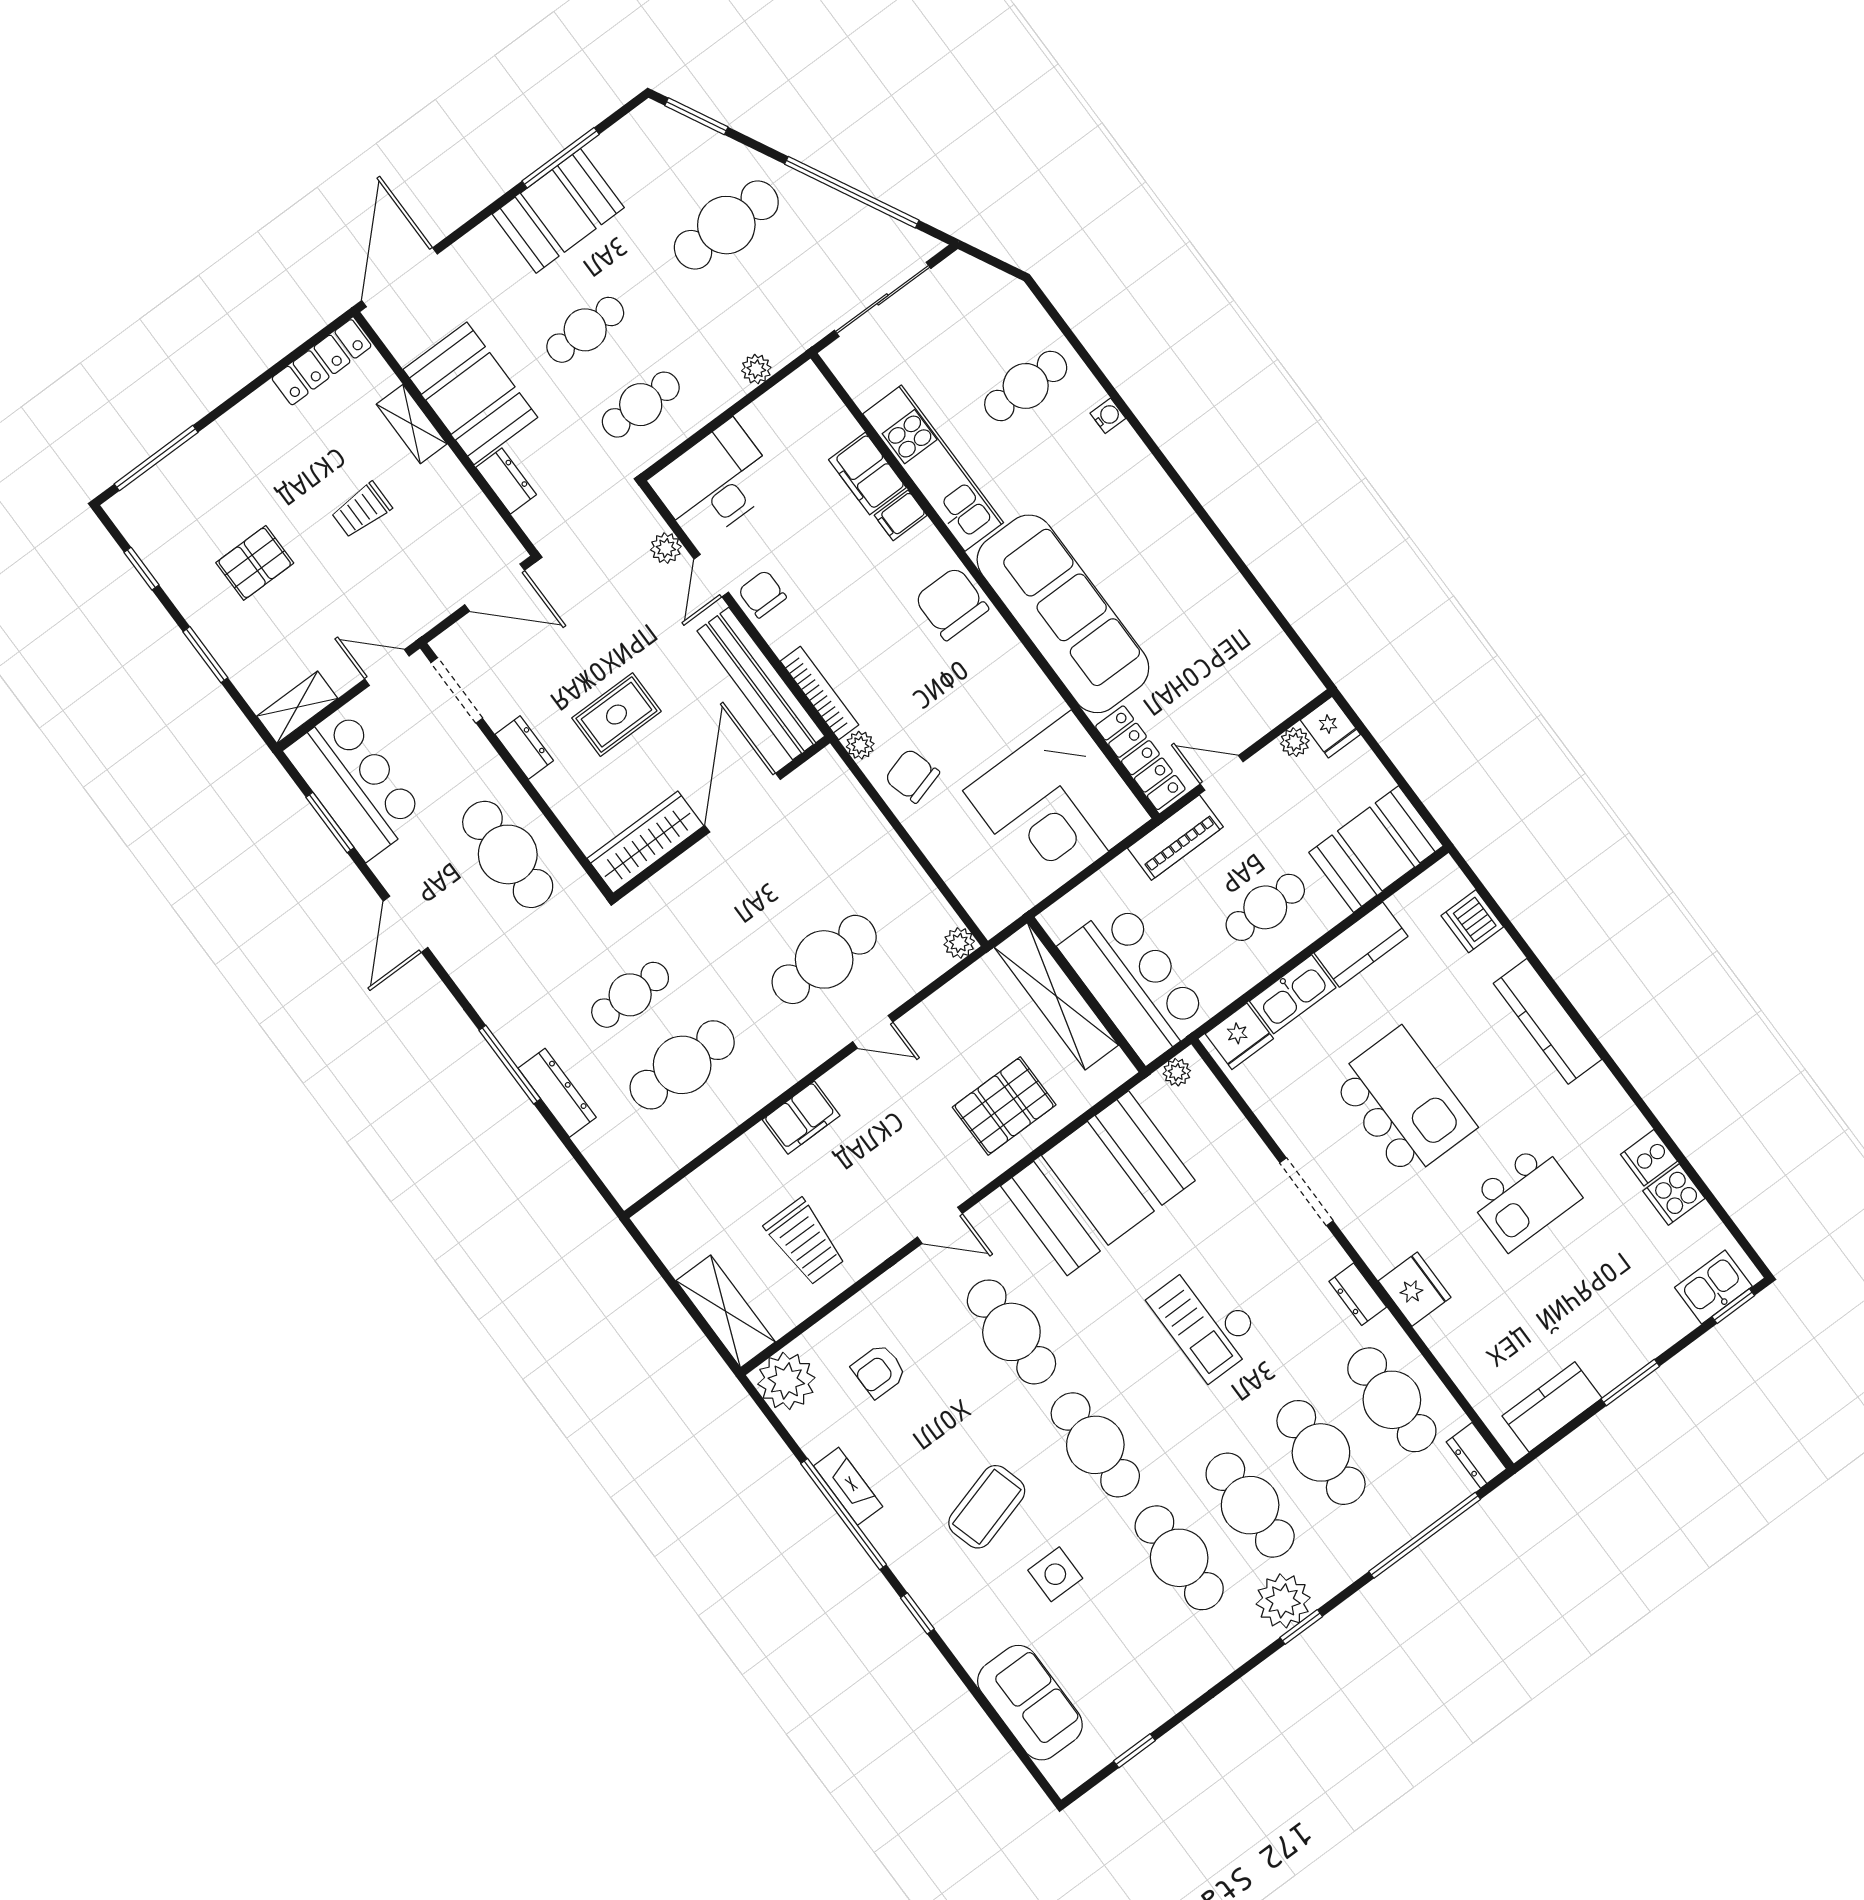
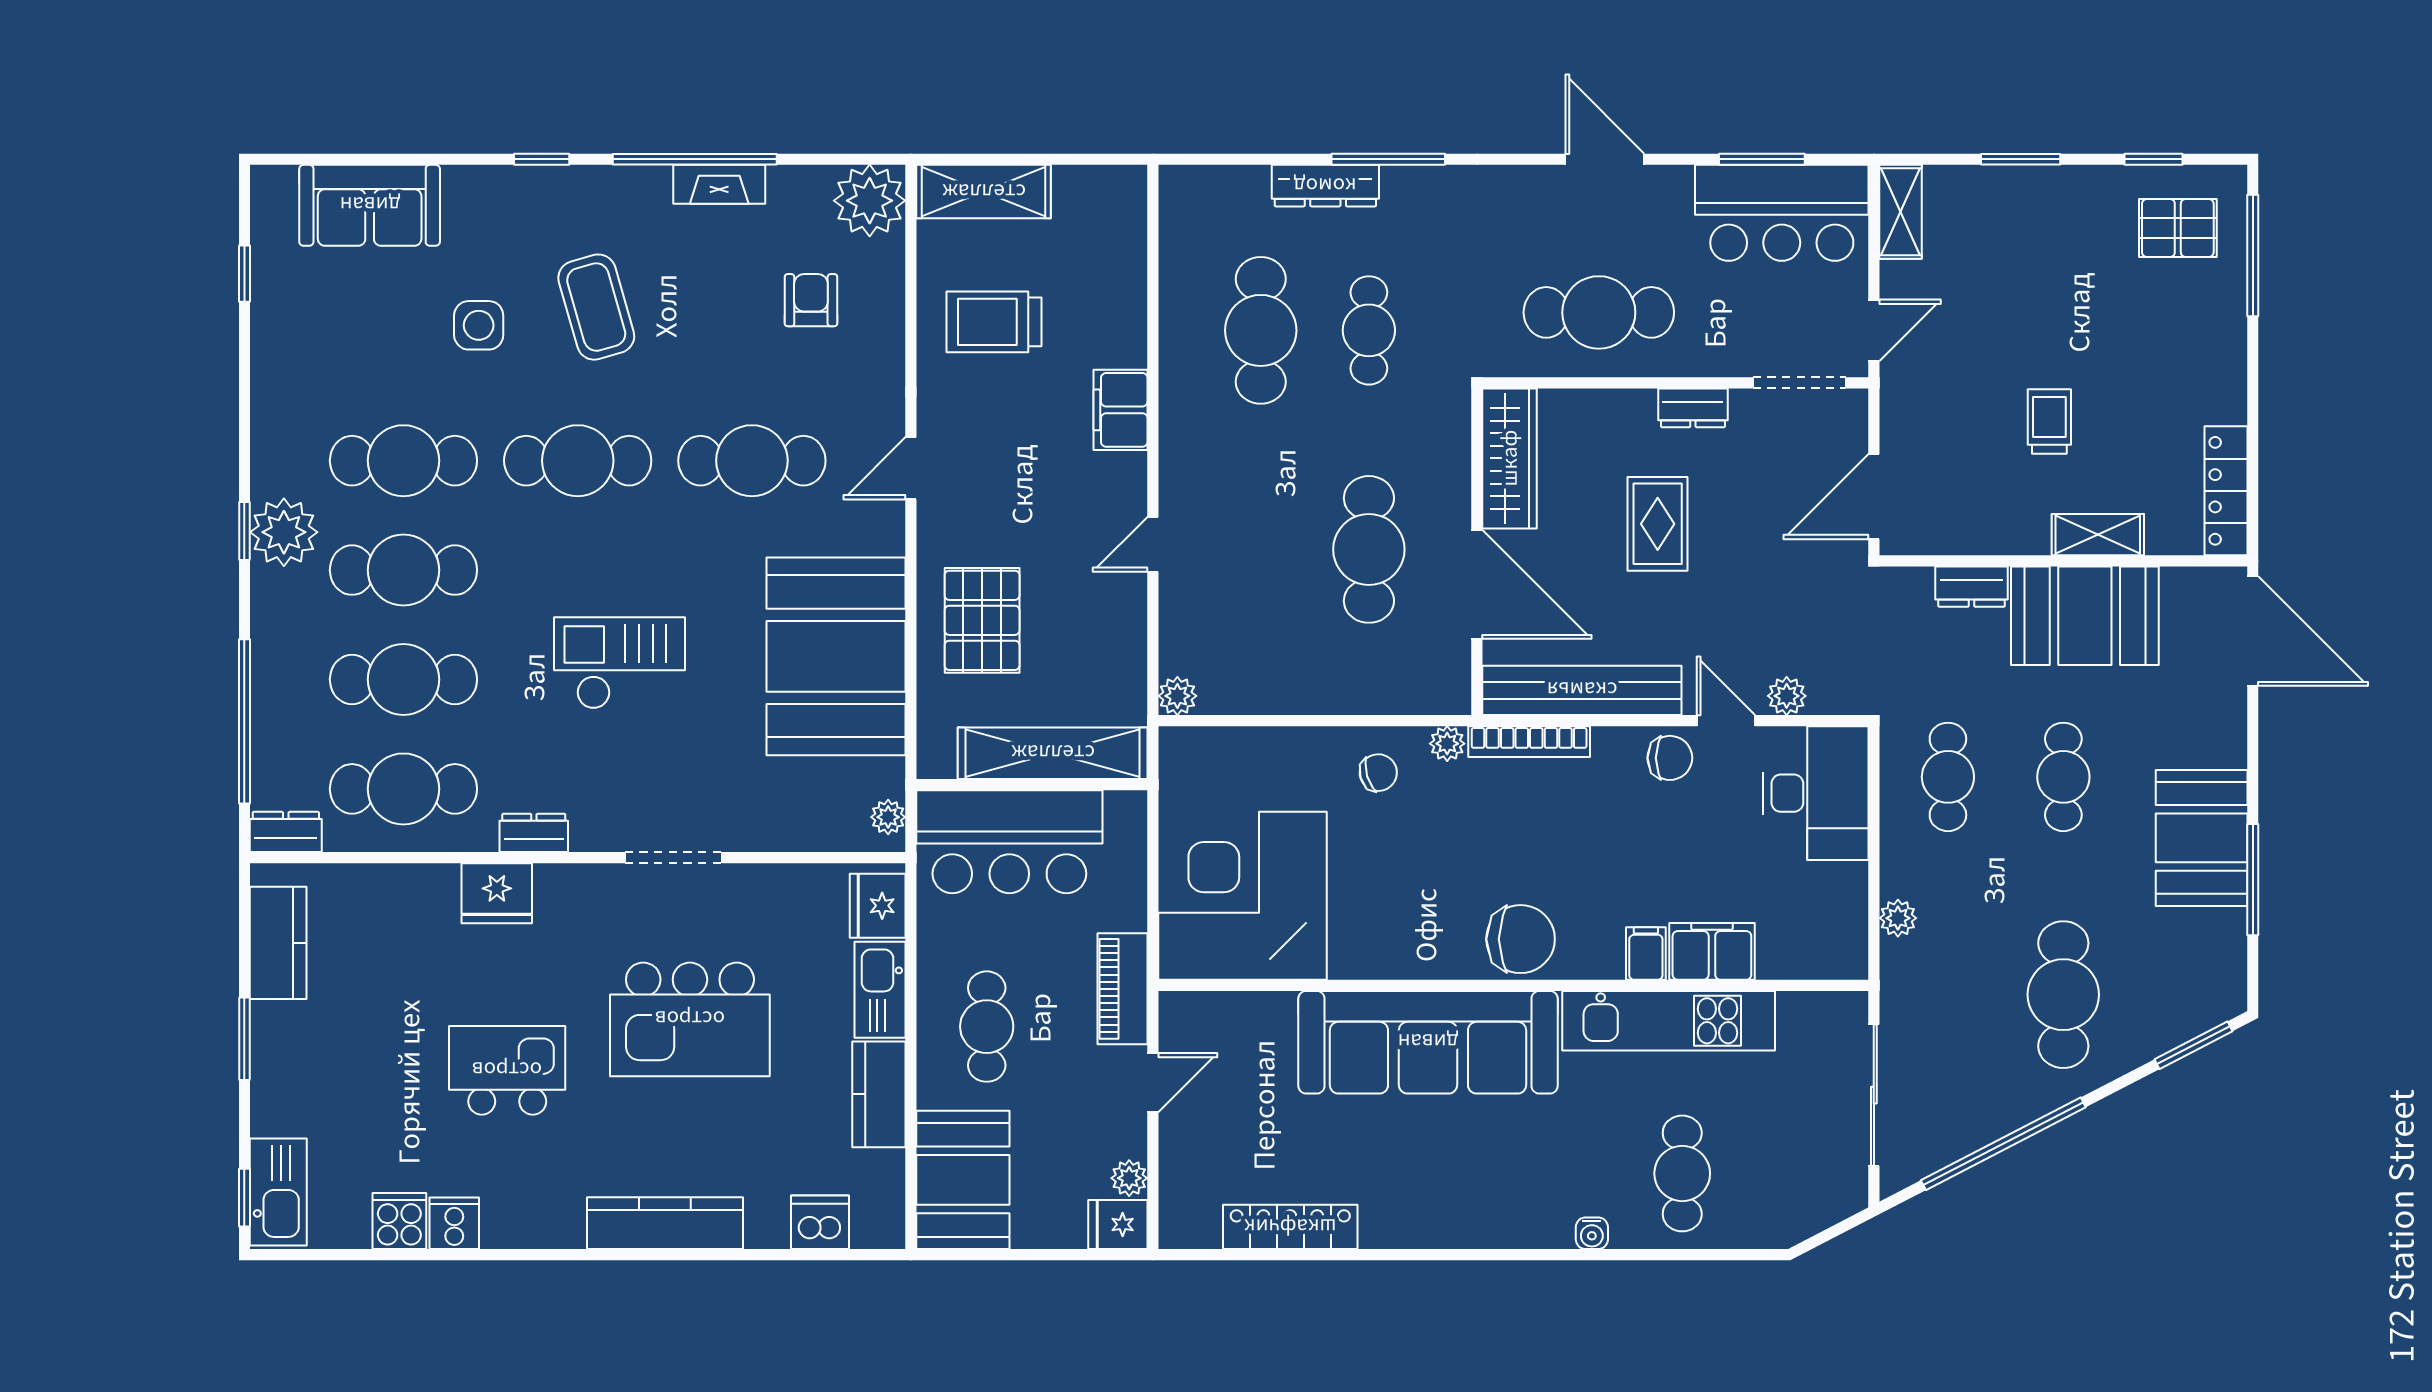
pallet: (255, 563) -> (2178, 228), moved, turned 90
locker: (1140, 758) -> (1290, 1227), moved, turned 180
chair: (912, 776) -> (1378, 773), width x0.73, depth x0.73
cafe table: (824, 959) -> (1369, 549), moved
kitchen island: (1524, 1197) -> (507, 1070), turned 90
kitchen sink: (1713, 1287) -> (278, 1192), width x1.38

